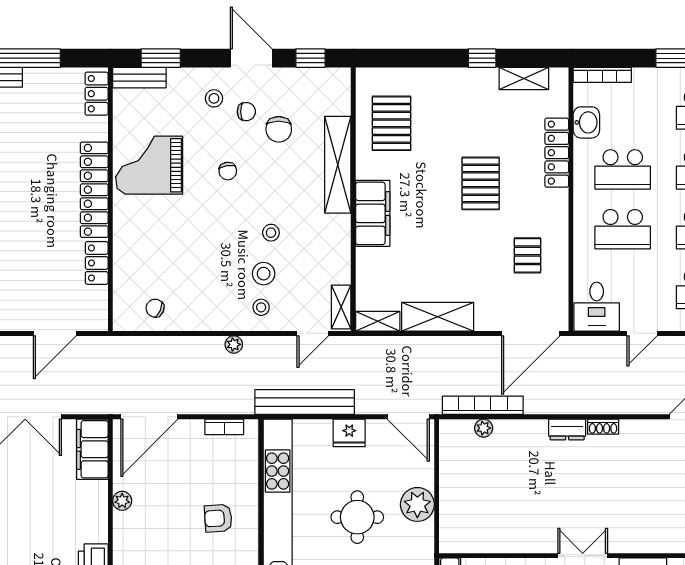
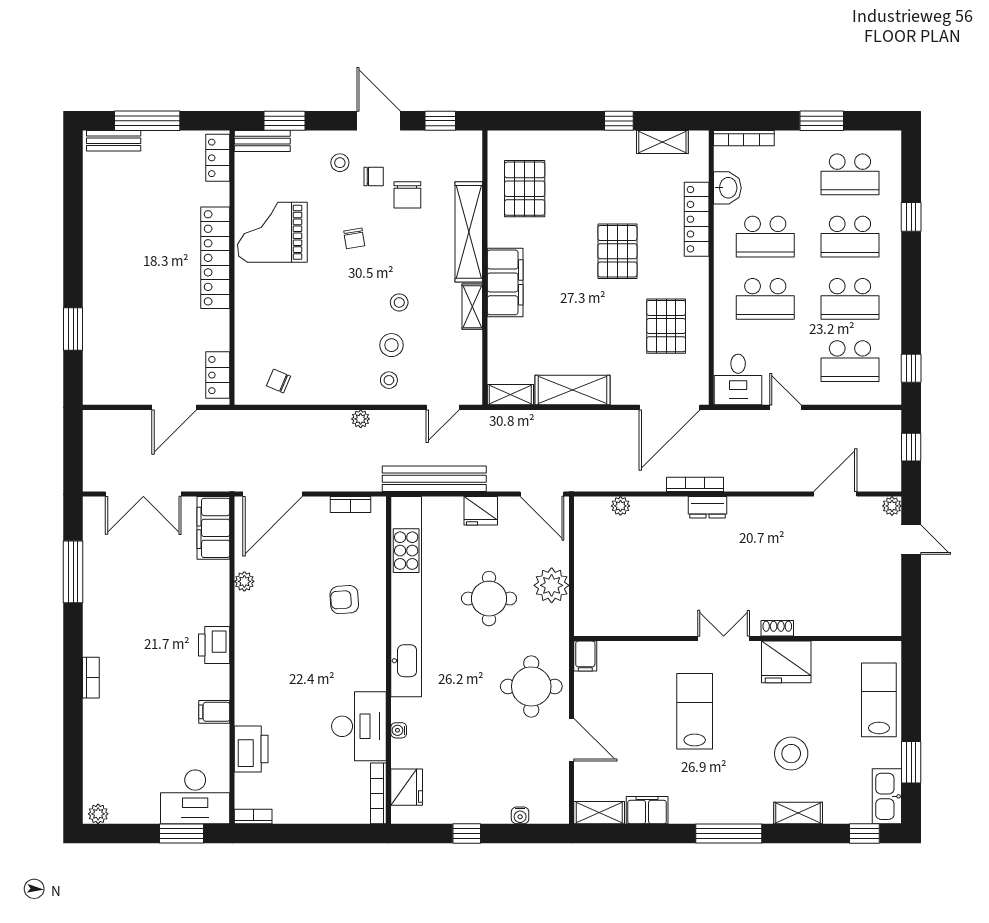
pallet: (527, 255) -> (666, 326), width x1.50, depth x1.42
locker: (97, 263) -> (218, 375), moved
shelving: (341, 307) -> (472, 307), moved
door: (642, 333) -> (785, 407), swing flipped
bookcase: (483, 405) -> (695, 484), moved, width x0.68, depth x0.76
shoe rack: (603, 427) -> (777, 628), moved, turned 180

